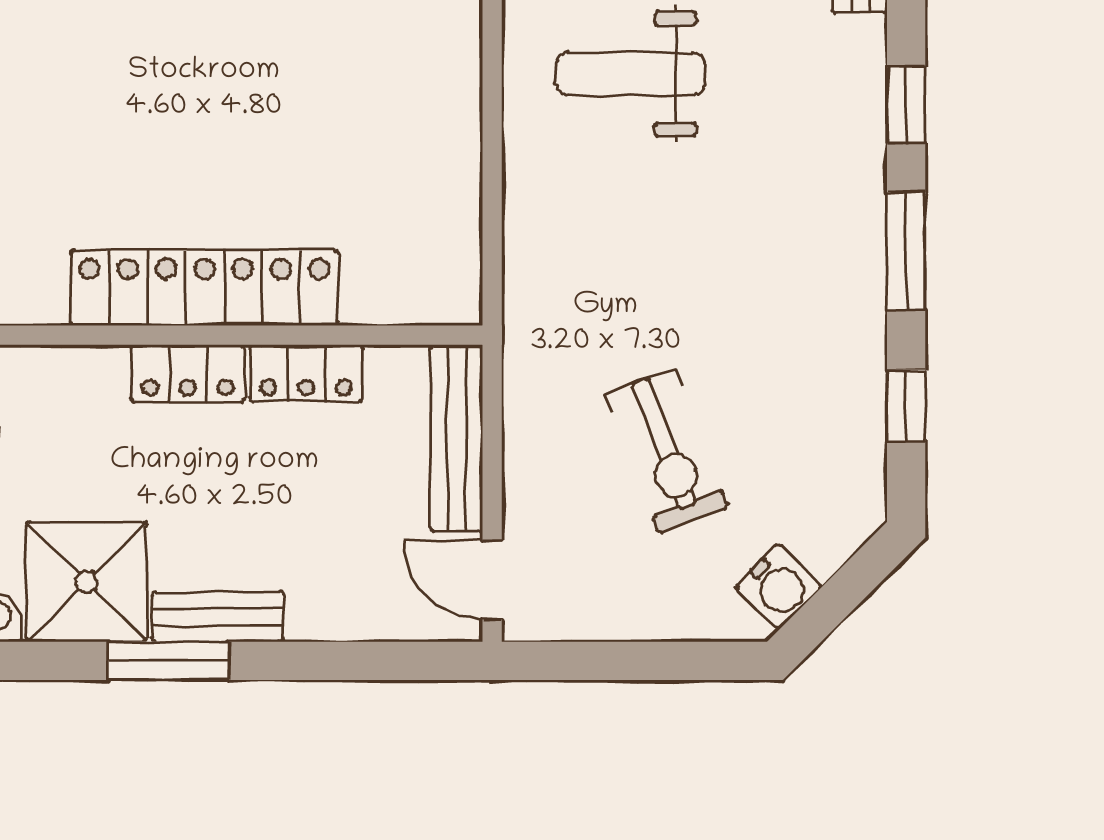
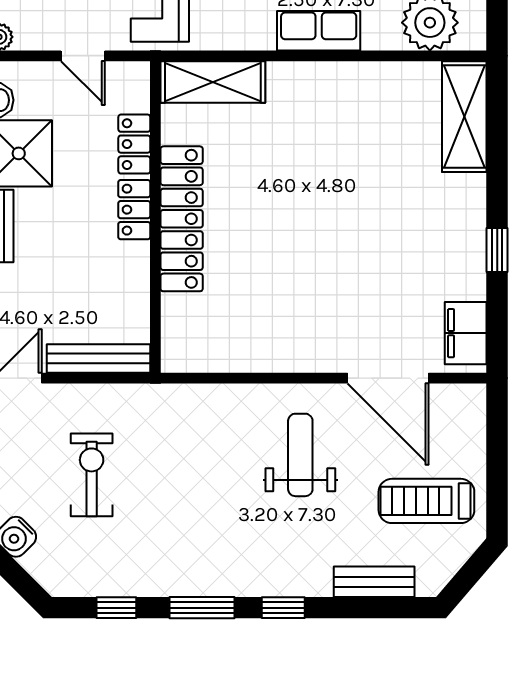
locker: (306, 373) -> (134, 144), moved
exercise bike: (666, 450) -> (92, 475), turned 111

